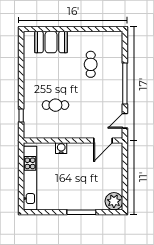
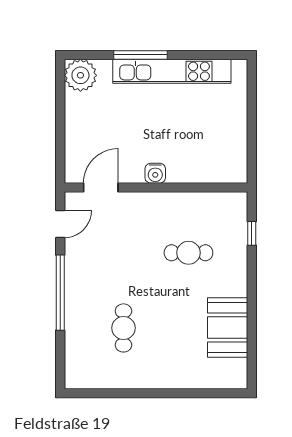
booth: (51, 42) -> (228, 327), moved, turned 90
water cooler: (61, 148) -> (155, 173), moved
kitchen unit: (30, 178) -> (172, 71), moved, turned -90

